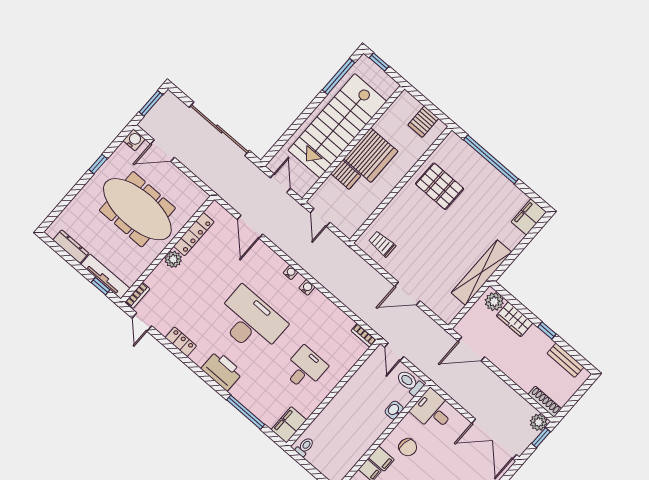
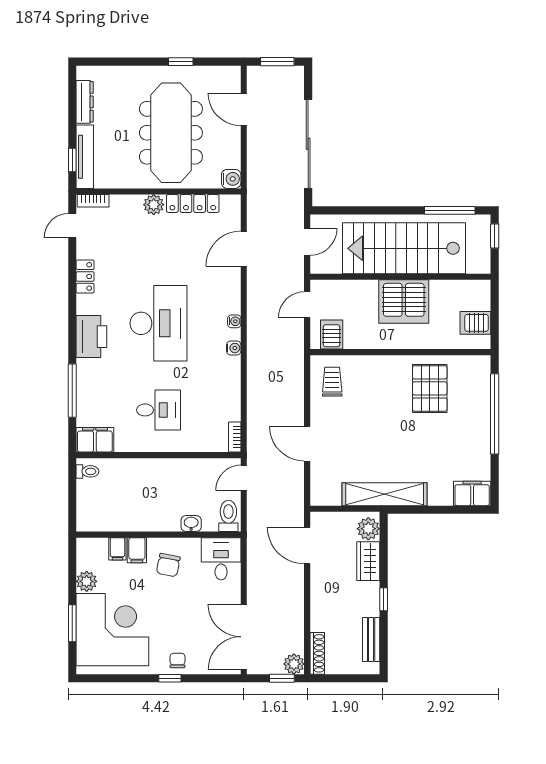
water cooler: (134, 140) -> (231, 179), moved
server rack: (346, 175) -> (332, 335), moved, turned 180

